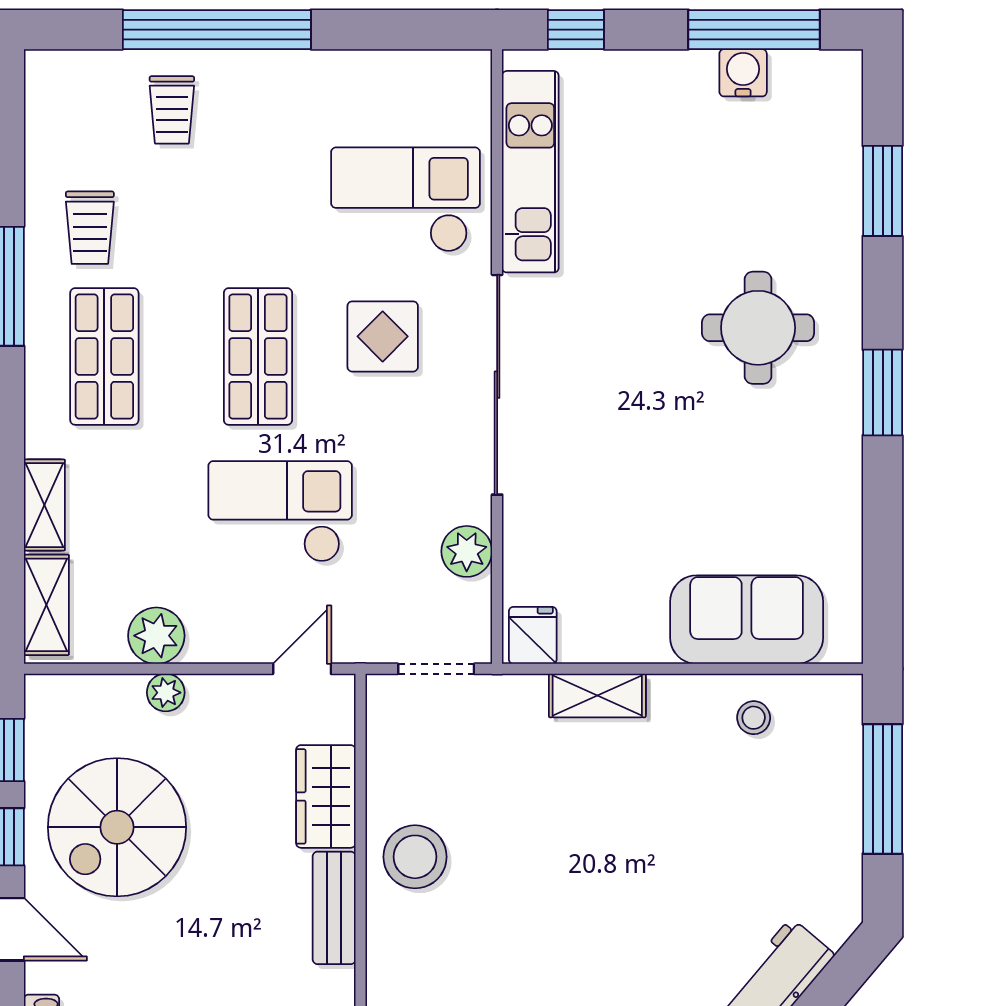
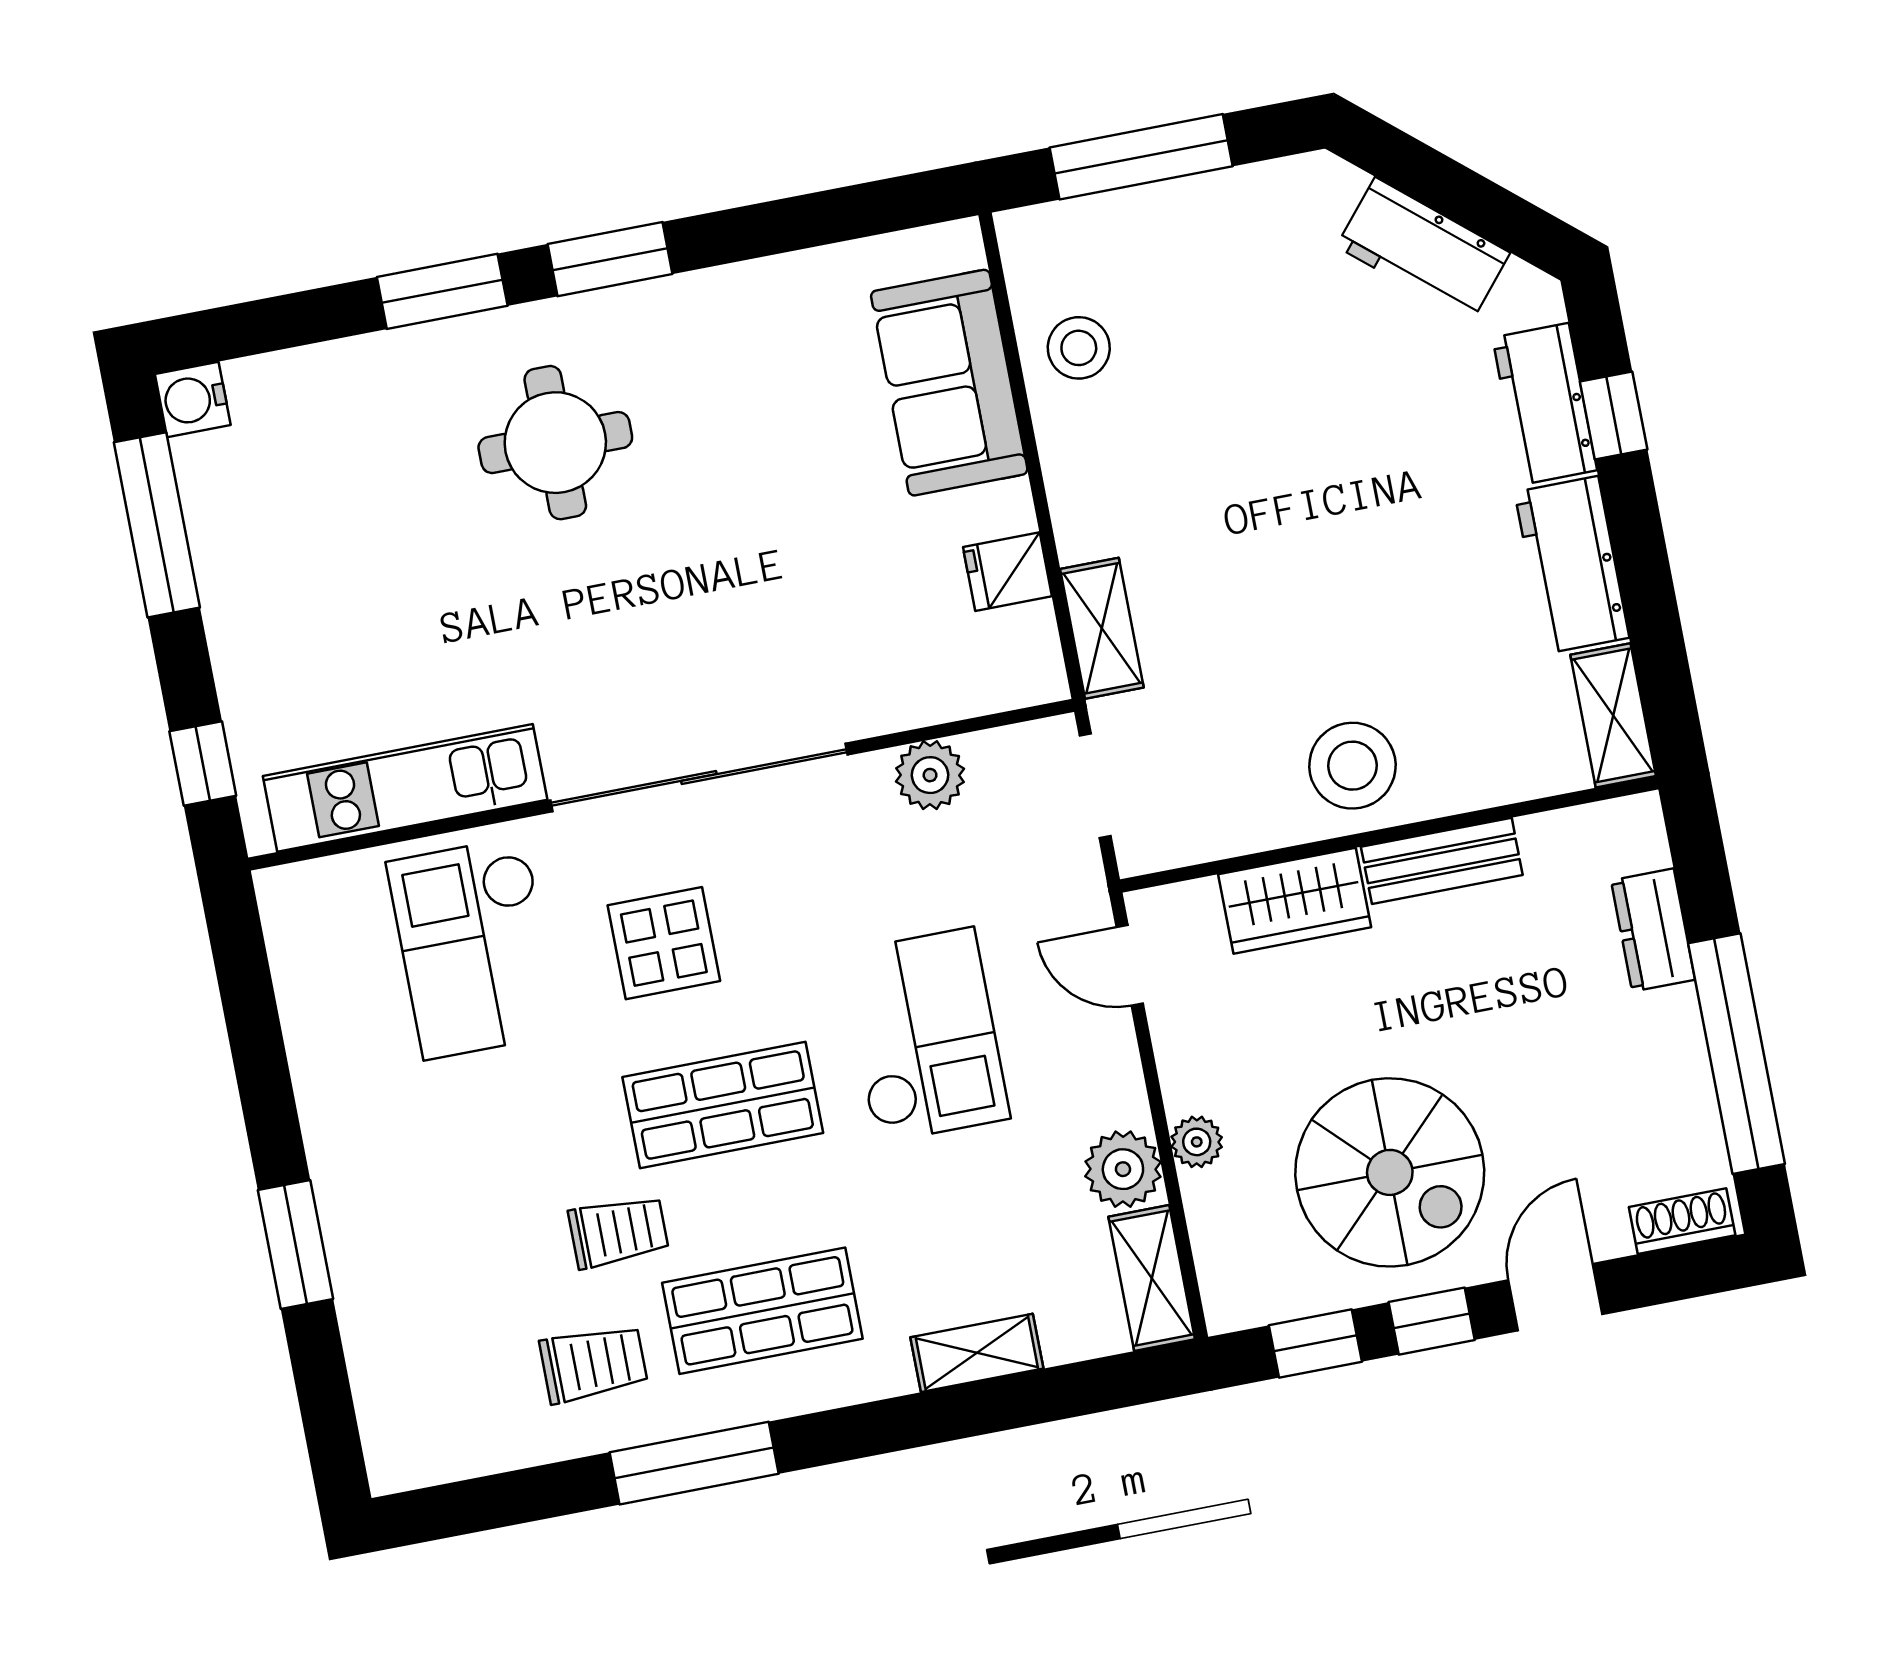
window: (217, 30) -> (295, 1244), width x0.47
water cooler: (743, 73) -> (193, 399), moved
trolley: (172, 110) -> (618, 1232), moved
window: (883, 191) -> (442, 291), moved
checkout: (280, 512) -> (925, 1035), turned 180
shelving: (46, 605) -> (1152, 1278), moved, turned 90
fridge: (533, 635) -> (1007, 572), moved
shelving: (597, 695) -> (1102, 628), moved
stool: (754, 718) -> (1079, 348), width x1.37, depth x1.37

